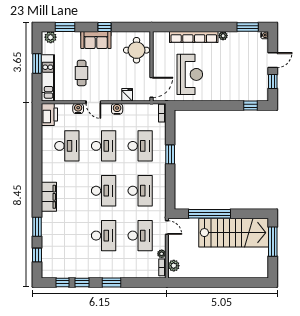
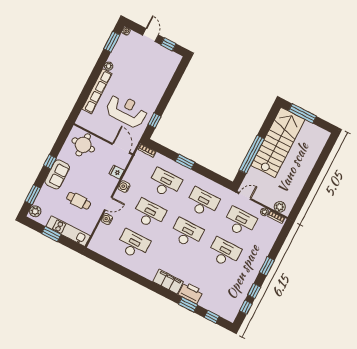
window: (251, 106) -> (155, 120), moved
printer: (49, 115) -> (191, 293), moved

